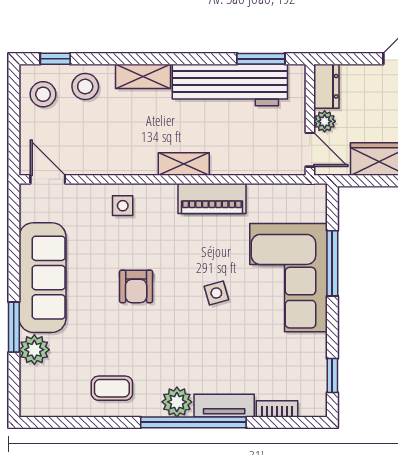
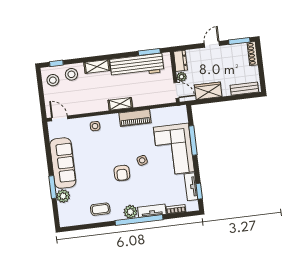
armchair: (136, 286) -> (122, 173), moved
tv unit: (316, 364) -> (191, 187), added

